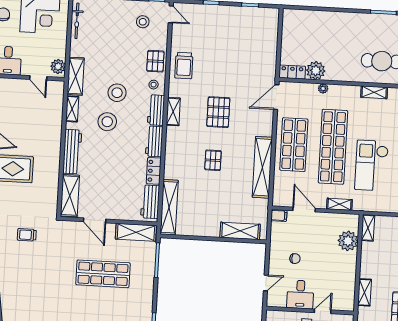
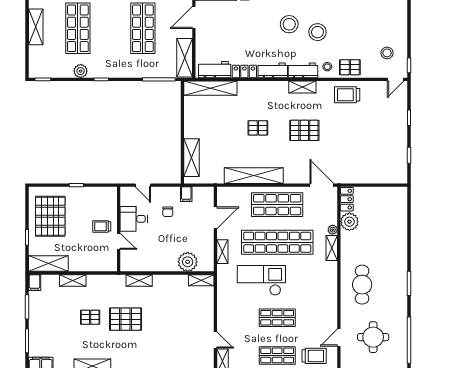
shelving: (374, 92) -> (332, 248), moved
filing cabinet: (279, 215) -> (186, 194), moved

